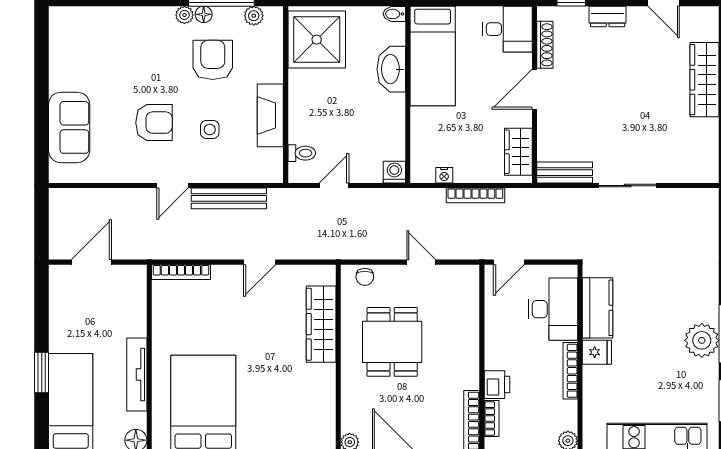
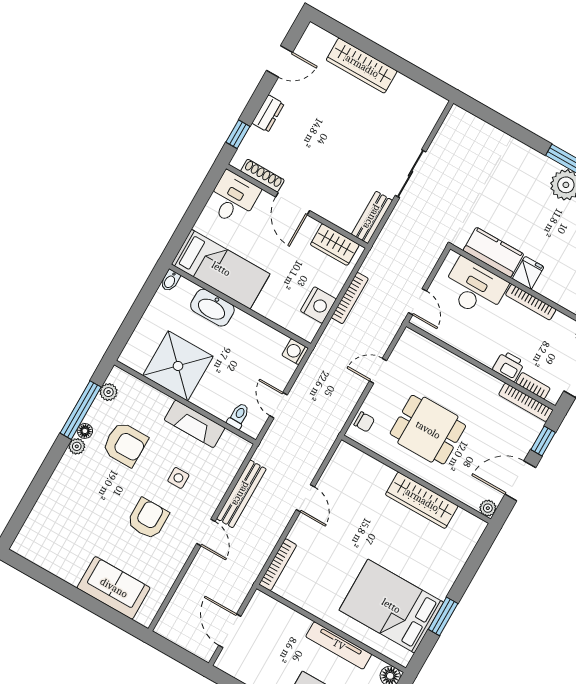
shower: (317, 40) -> (178, 366), moved
armchair: (213, 60) -> (125, 444), turned 180
nightstand: (444, 175) -> (318, 305), width x1.89, depth x1.79
wardrobe: (321, 324) -> (422, 500), moved

